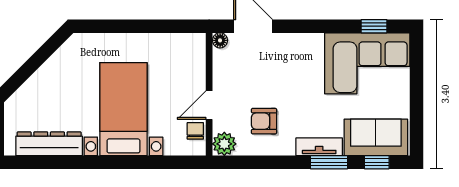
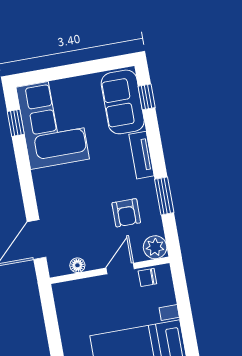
floor lamp: (220, 40) -> (77, 265), moved
door: (209, 105) -> (120, 268), swing flipped
window: (329, 162) -> (164, 196), moved

